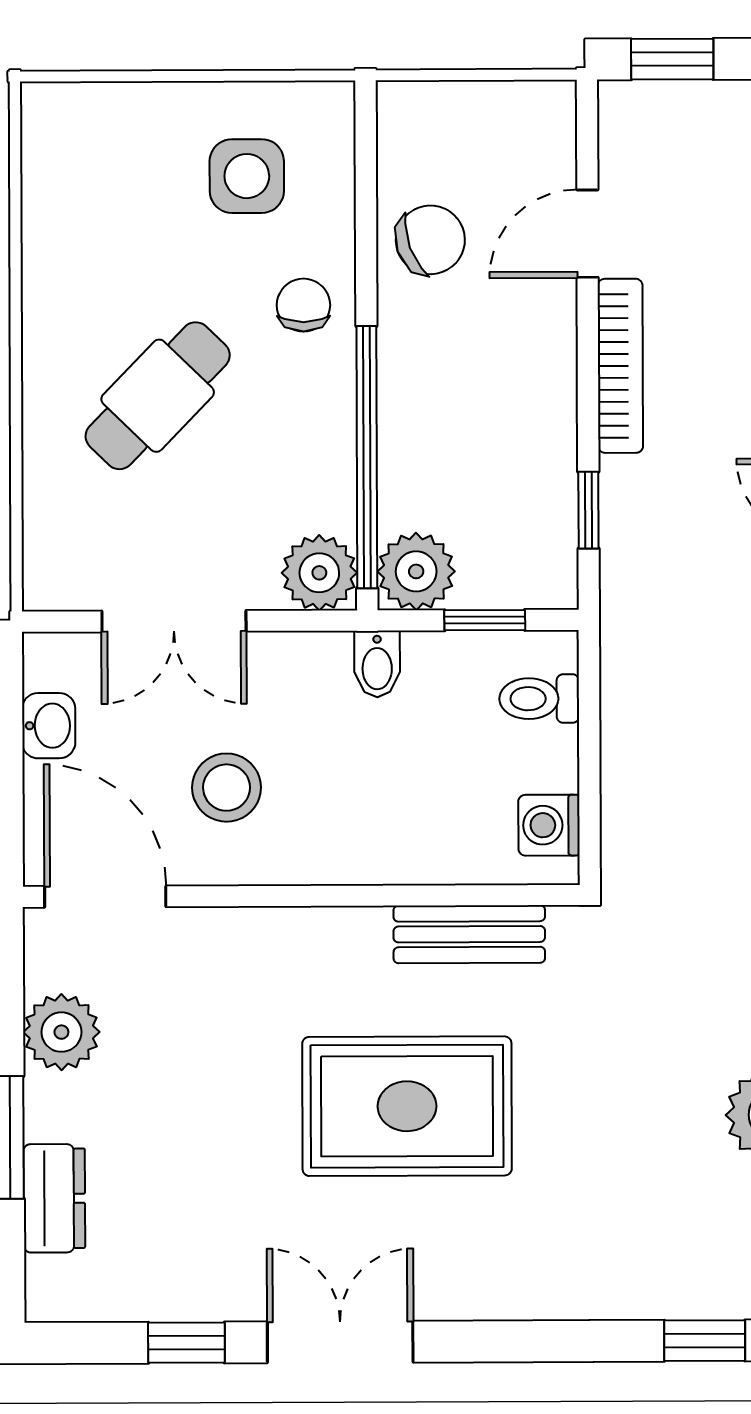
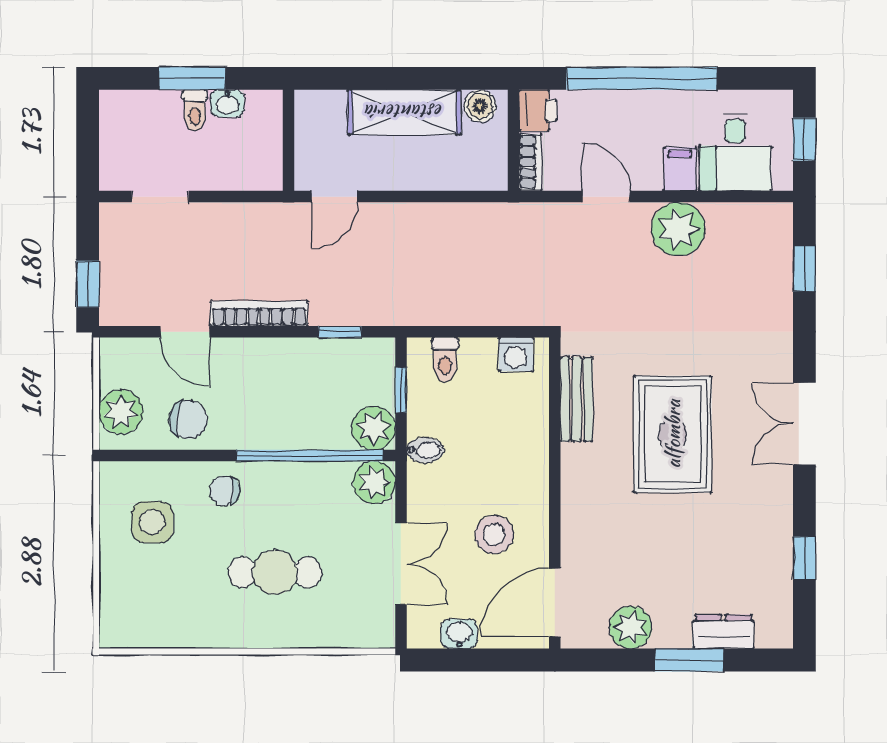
plant: (444, 119) -> (121, 412), added
chair: (430, 240) -> (188, 420), turned 118
cafe table: (158, 396) -> (275, 572), turned -44
double door: (340, 1342) -> (804, 424), moved

